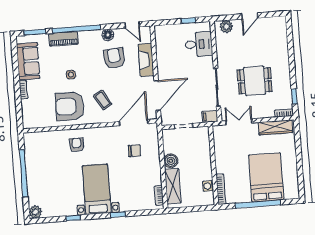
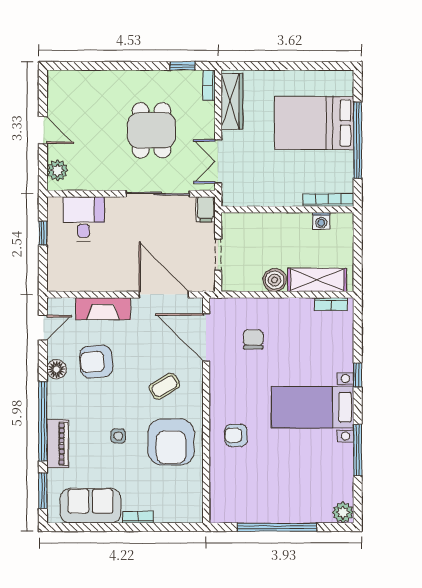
window: (73, 218) -> (358, 450), width x2.17

